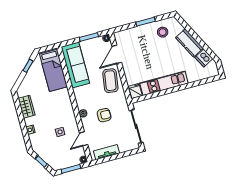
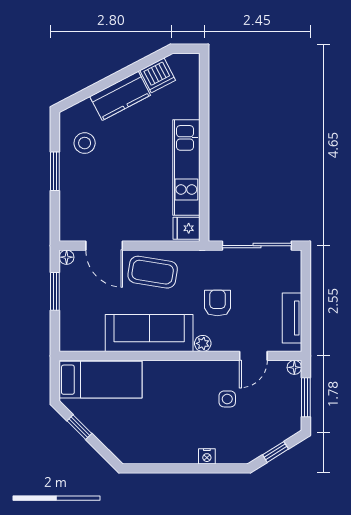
sofa: (75, 65) -> (149, 333), moved
wardrobe: (27, 107) -> (159, 452), removed
door: (84, 139) -> (253, 356), hinge flipped

